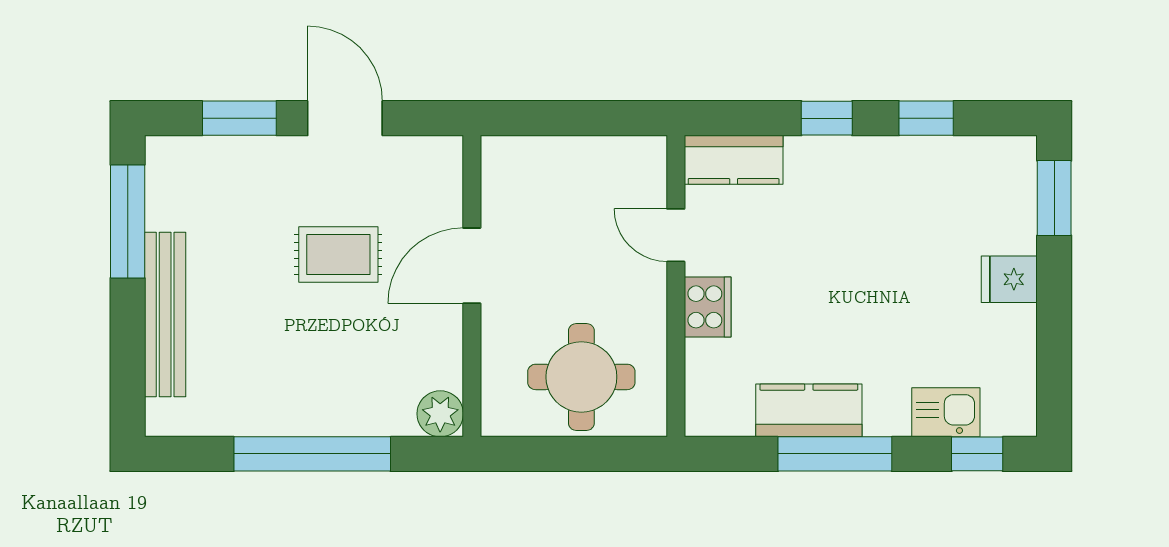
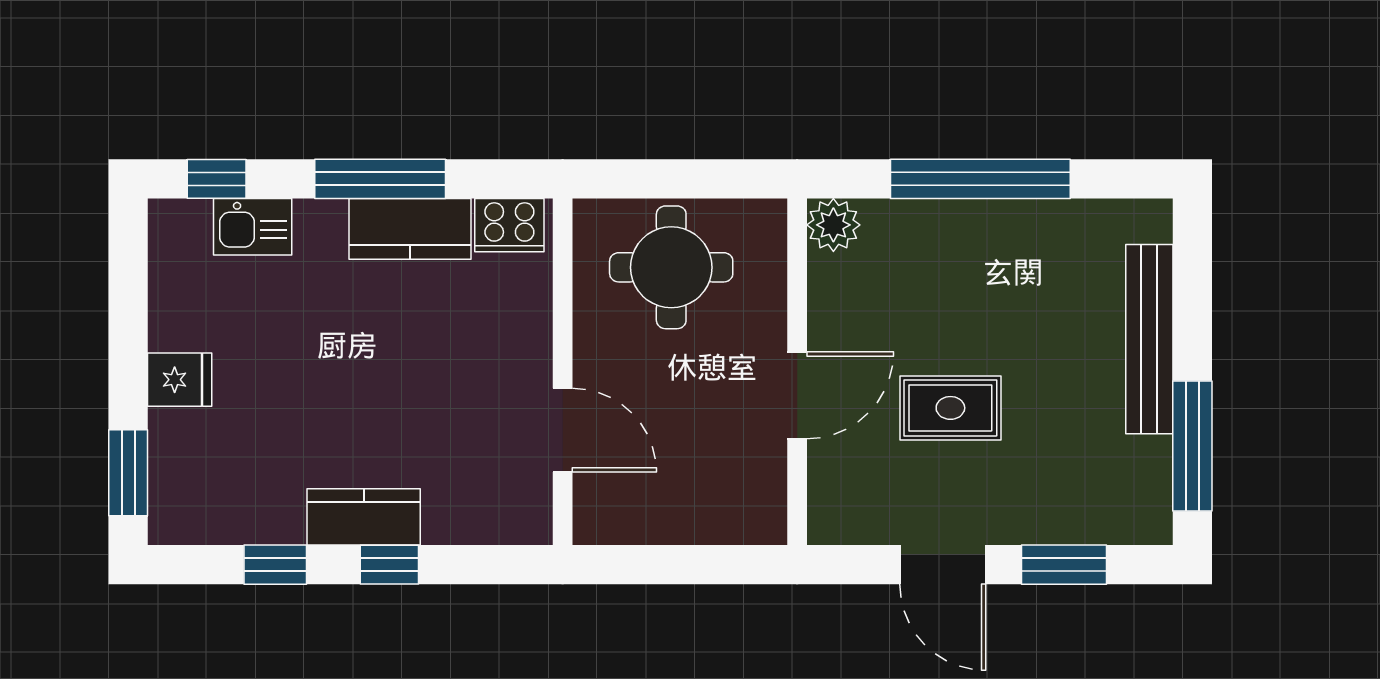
kitchen counter: (734, 160) -> (364, 517), moved
door: (676, 235) -> (563, 430), width x1.38
cooker: (708, 307) -> (509, 225), moved, turned -90

